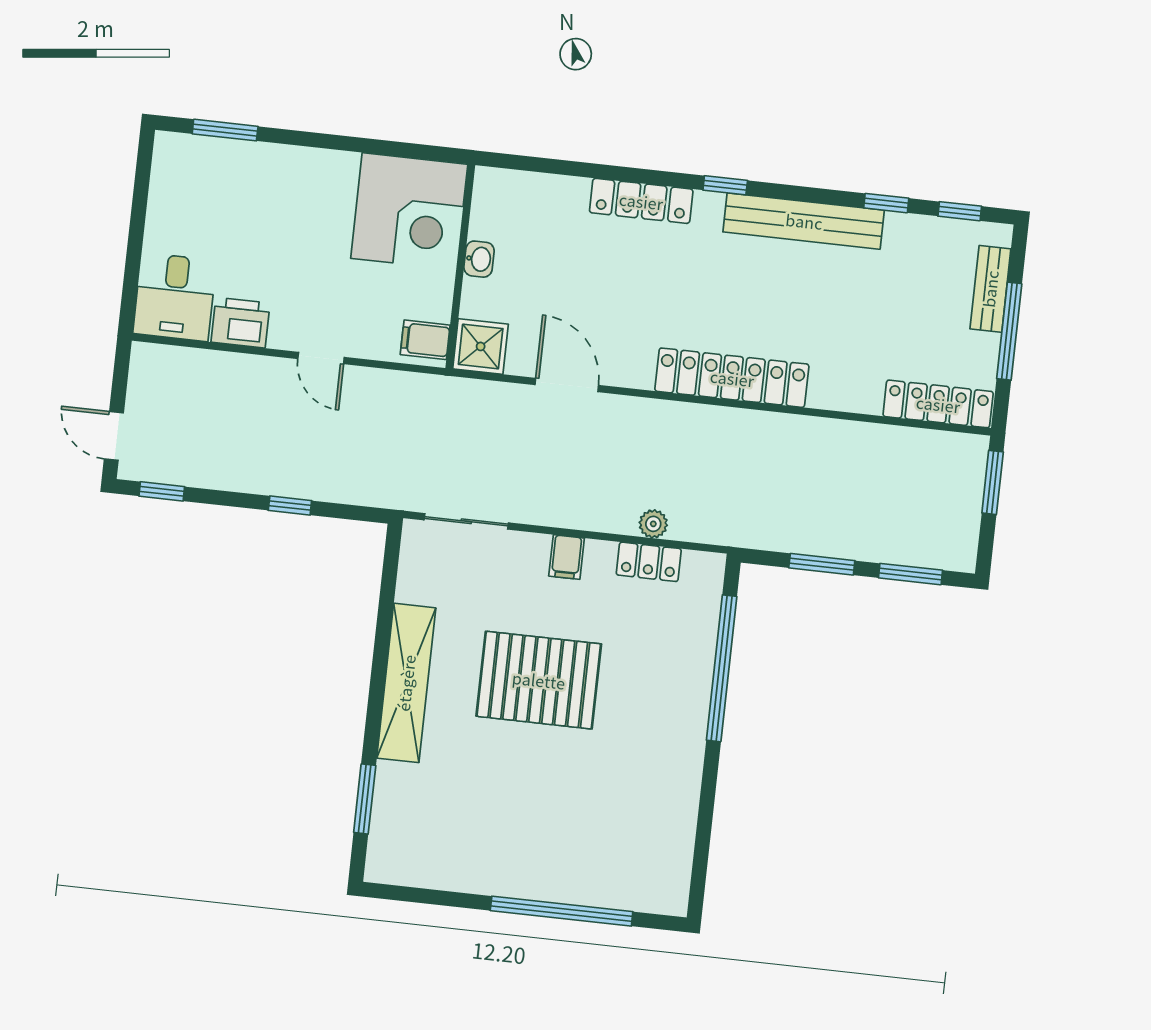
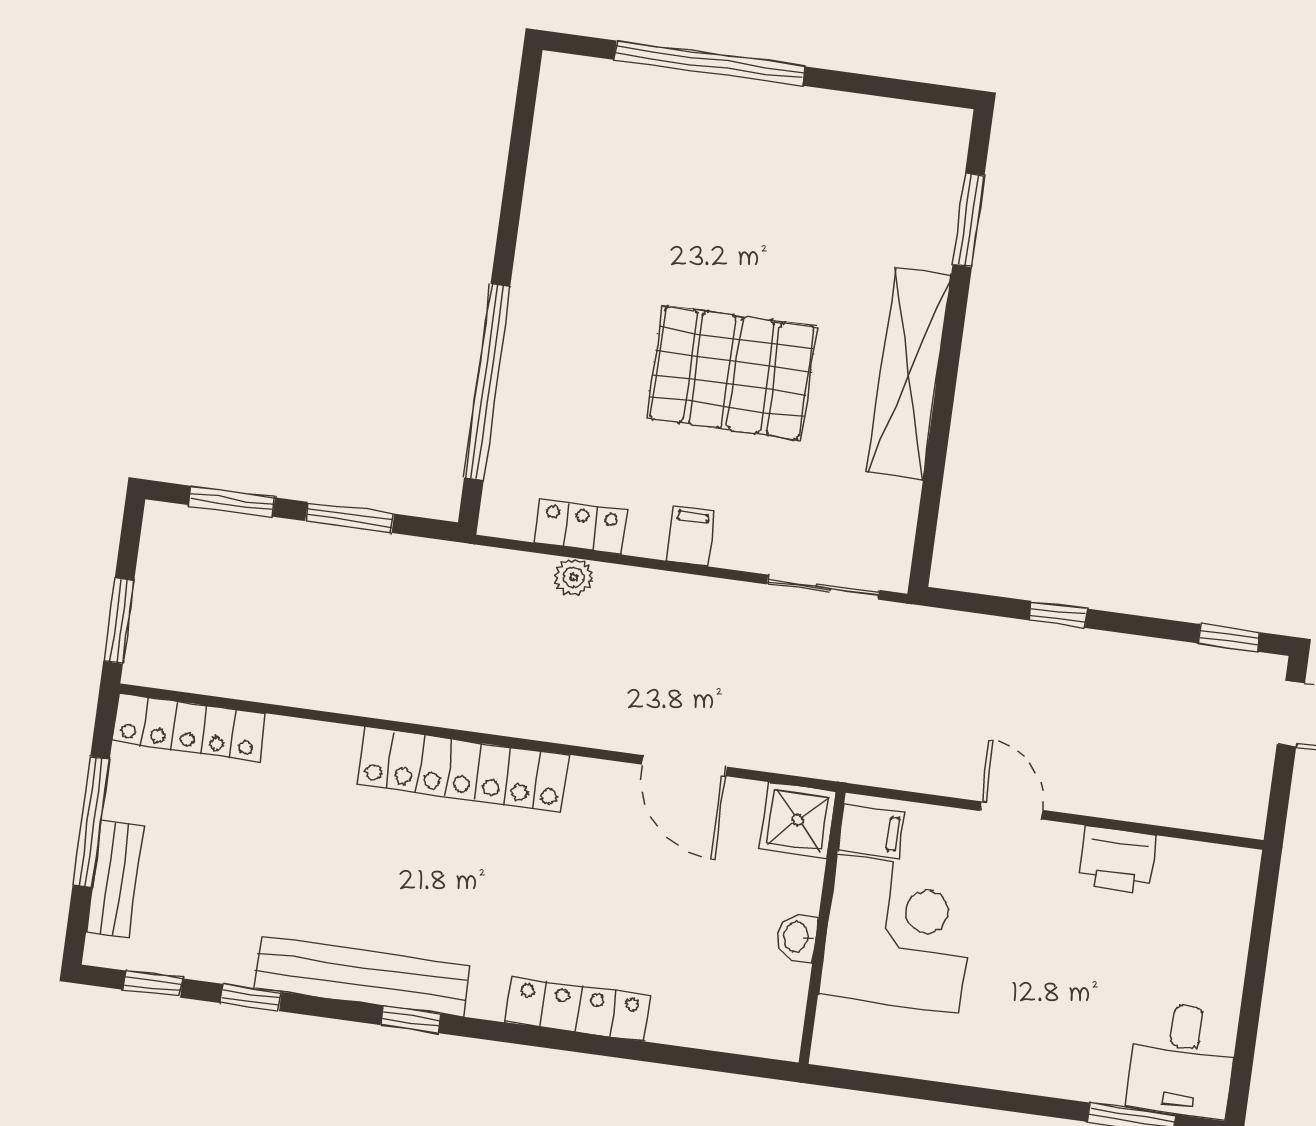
window: (725, 185) -> (411, 1019), moved
corner desk: (409, 211) -> (898, 934), moved, turned 90
desk: (175, 297) -> (1182, 1060), moved, turned 180

